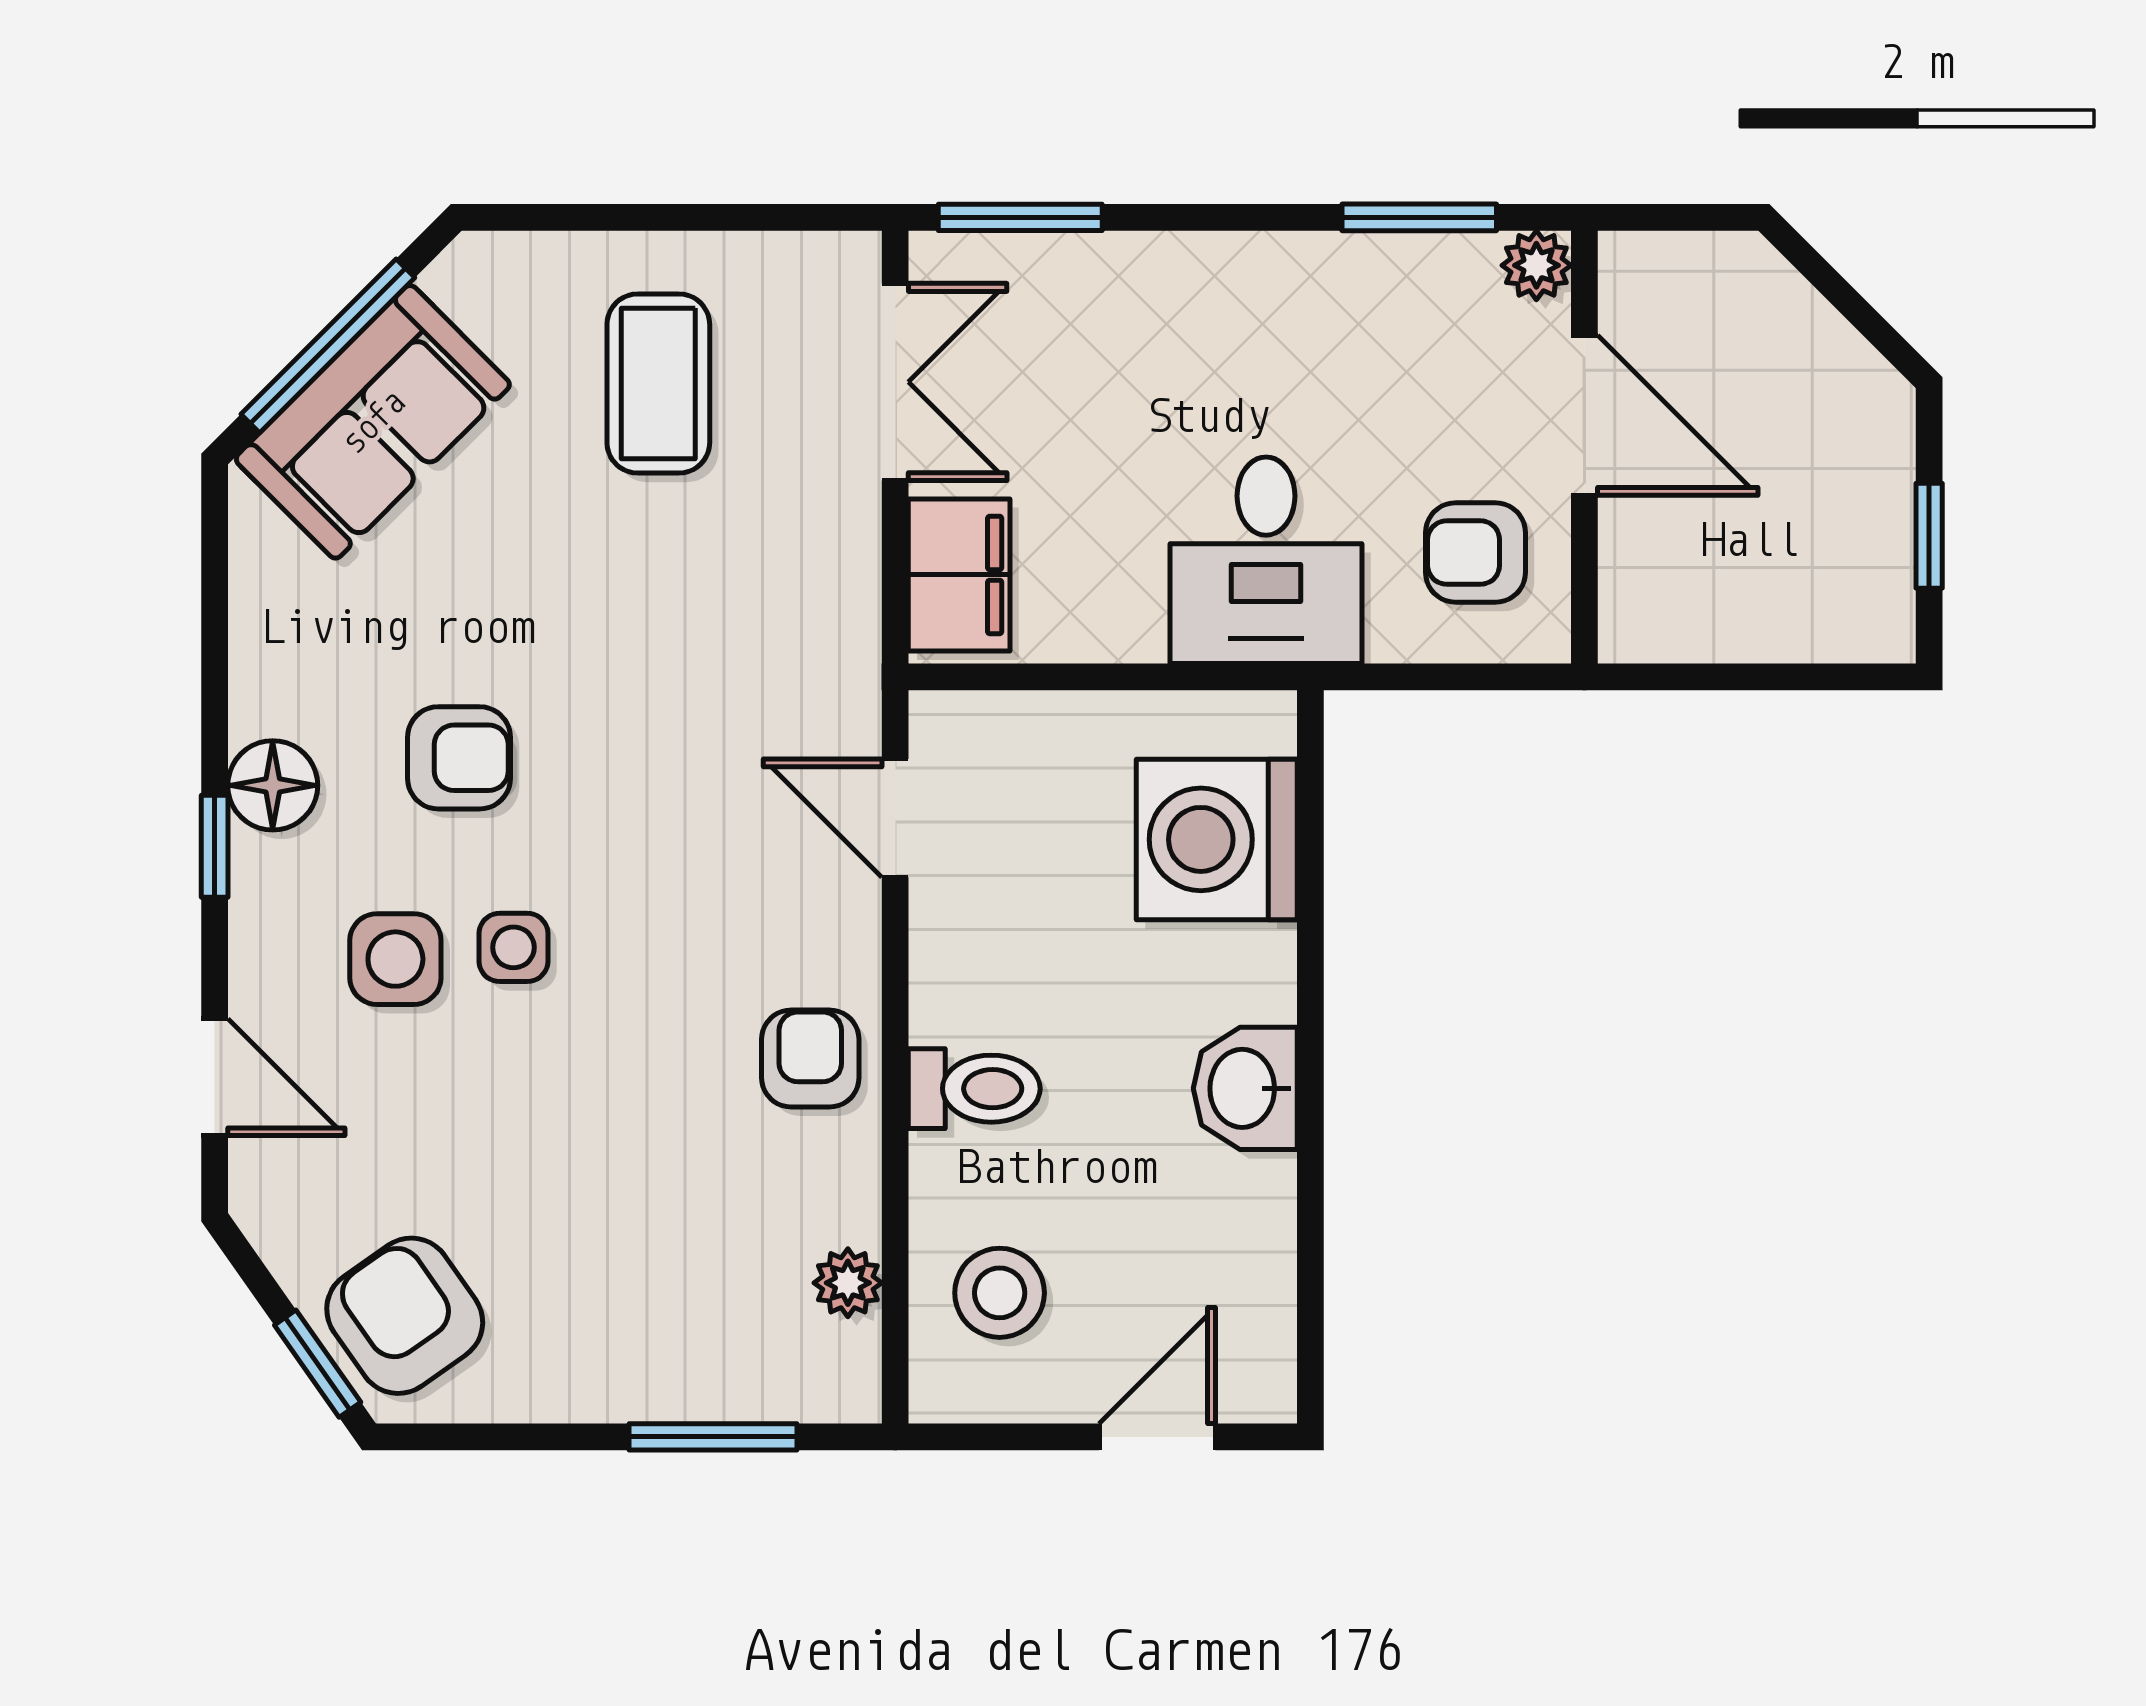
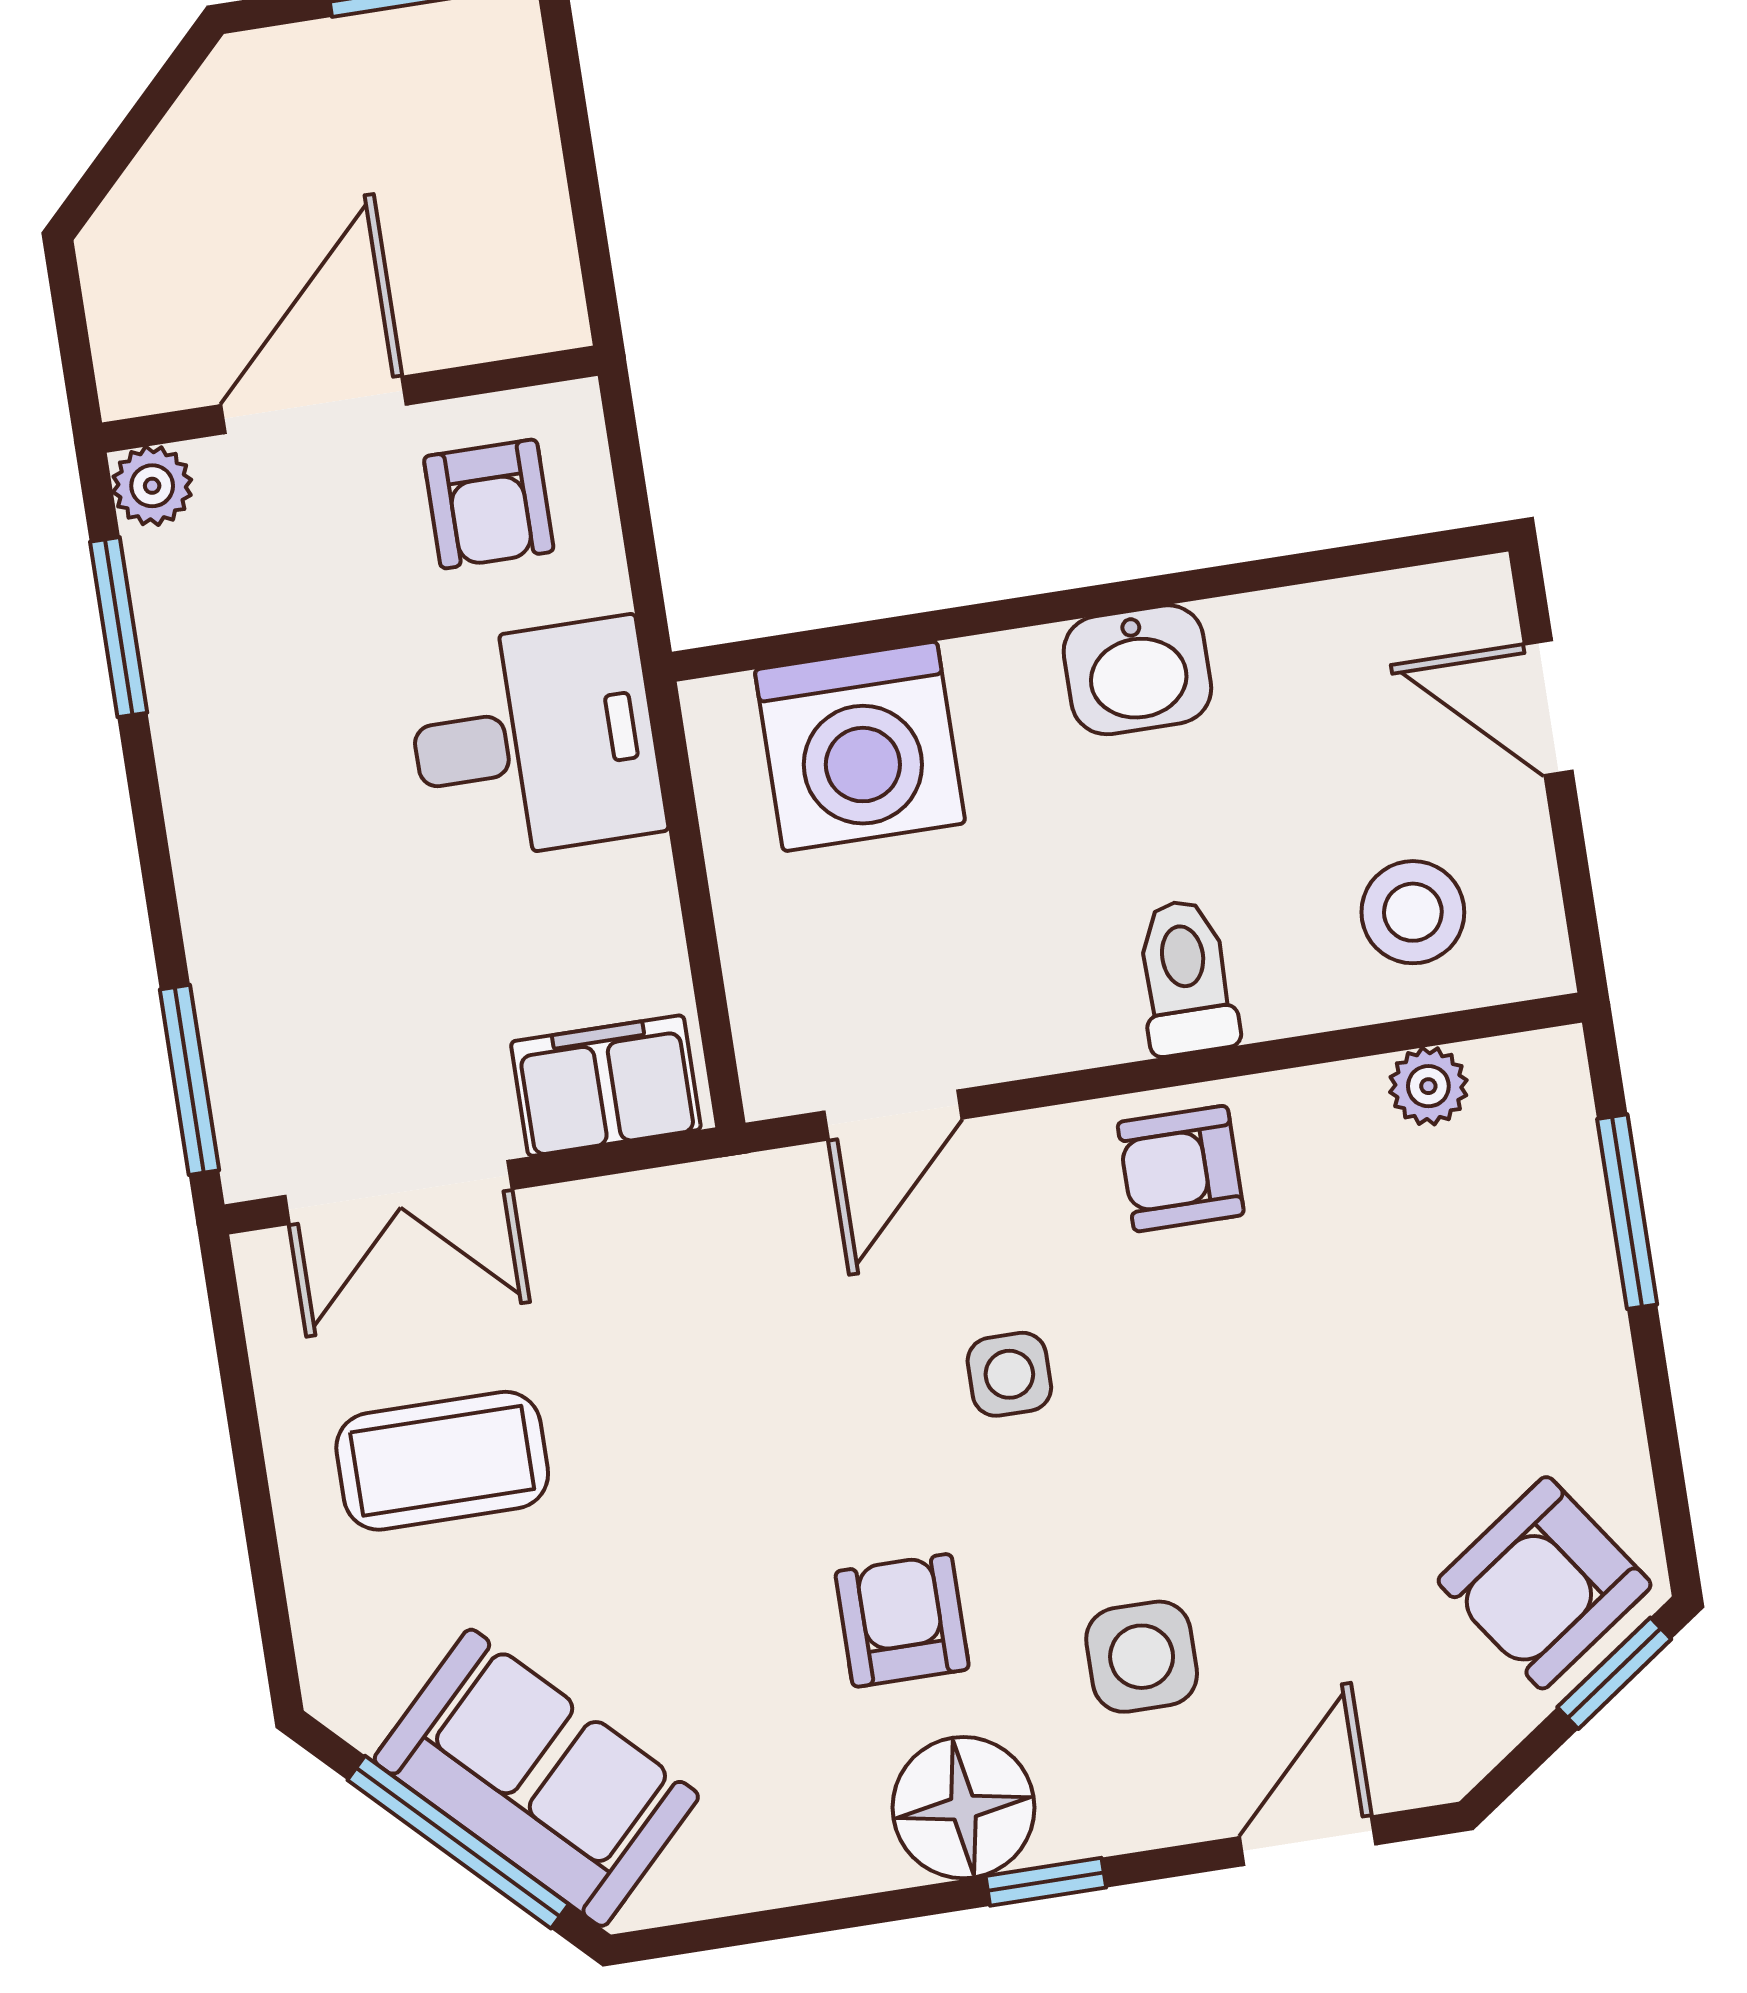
double door: (895, 382) -> (398, 1192), swing flipped
floor lamp: (273, 785) -> (963, 1808), width x1.38, depth x1.38
side table: (513, 947) -> (1009, 1374), moved

